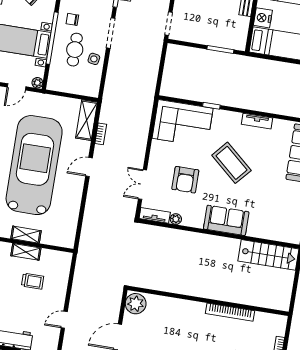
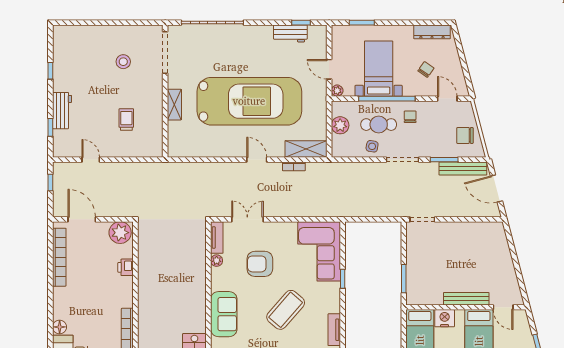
plant: (70, 85) -> (340, 125), added
shelving: (26, 252) -> (156, 107), removed
trolley: (33, 281) -> (126, 120), turned 180
printer: (168, 304) -> (126, 267), added

